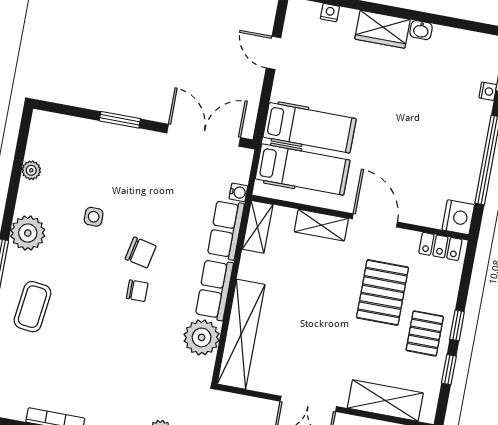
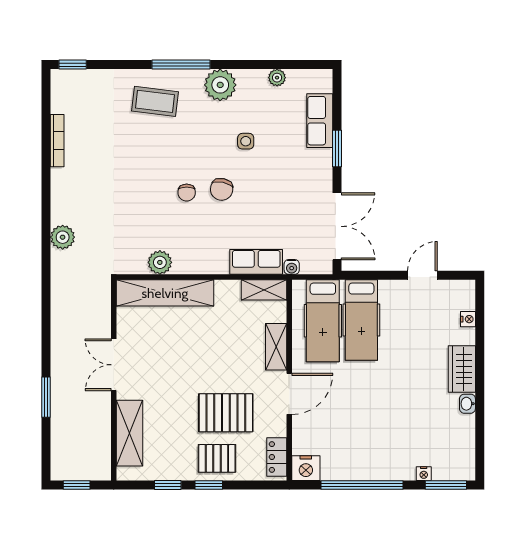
row of seats: (214, 289) -> (320, 121), moved, turned -90
pallet: (425, 333) -> (217, 458), moved
plant: (202, 337) -> (160, 262), width x0.73, depth x0.73

